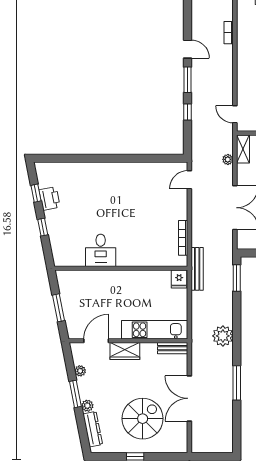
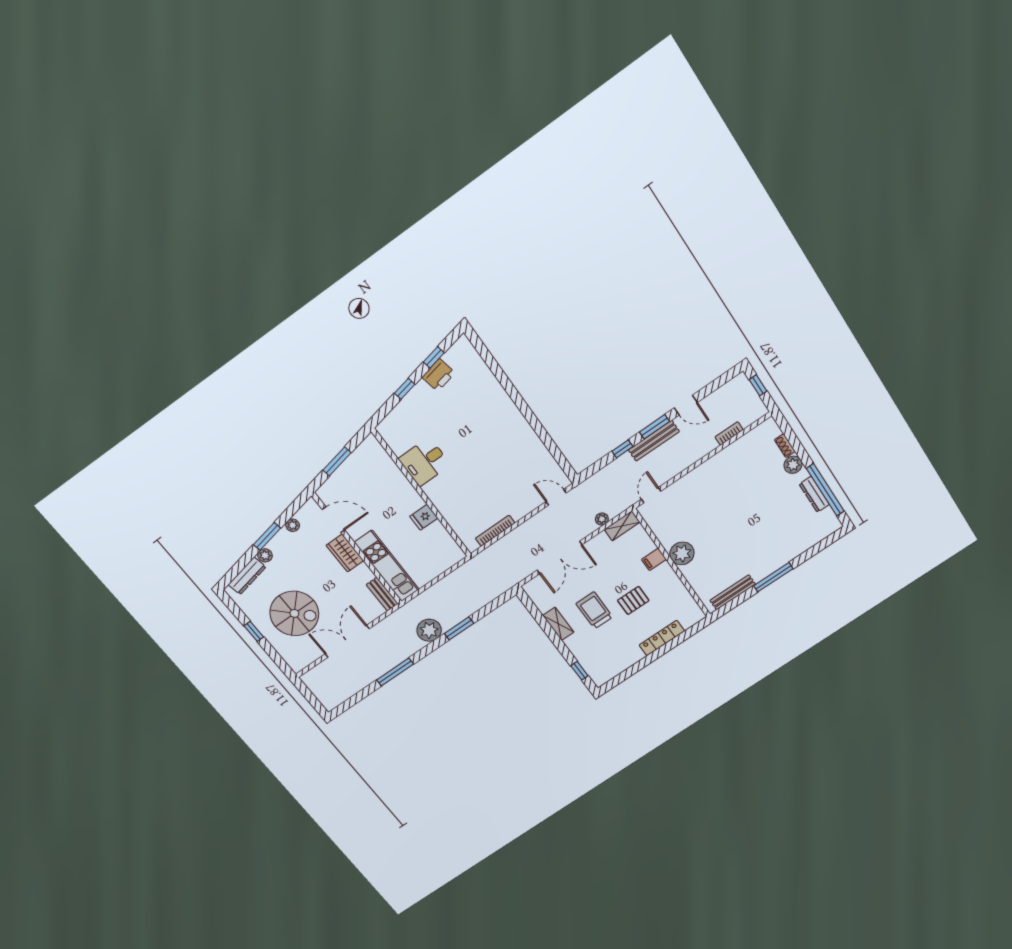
door: (188, 49) -> (686, 405), hinge flipped
bench: (197, 269) -> (654, 441), moved
window: (237, 278) -> (459, 628), moved
fridge: (179, 279) -> (424, 517), moved

